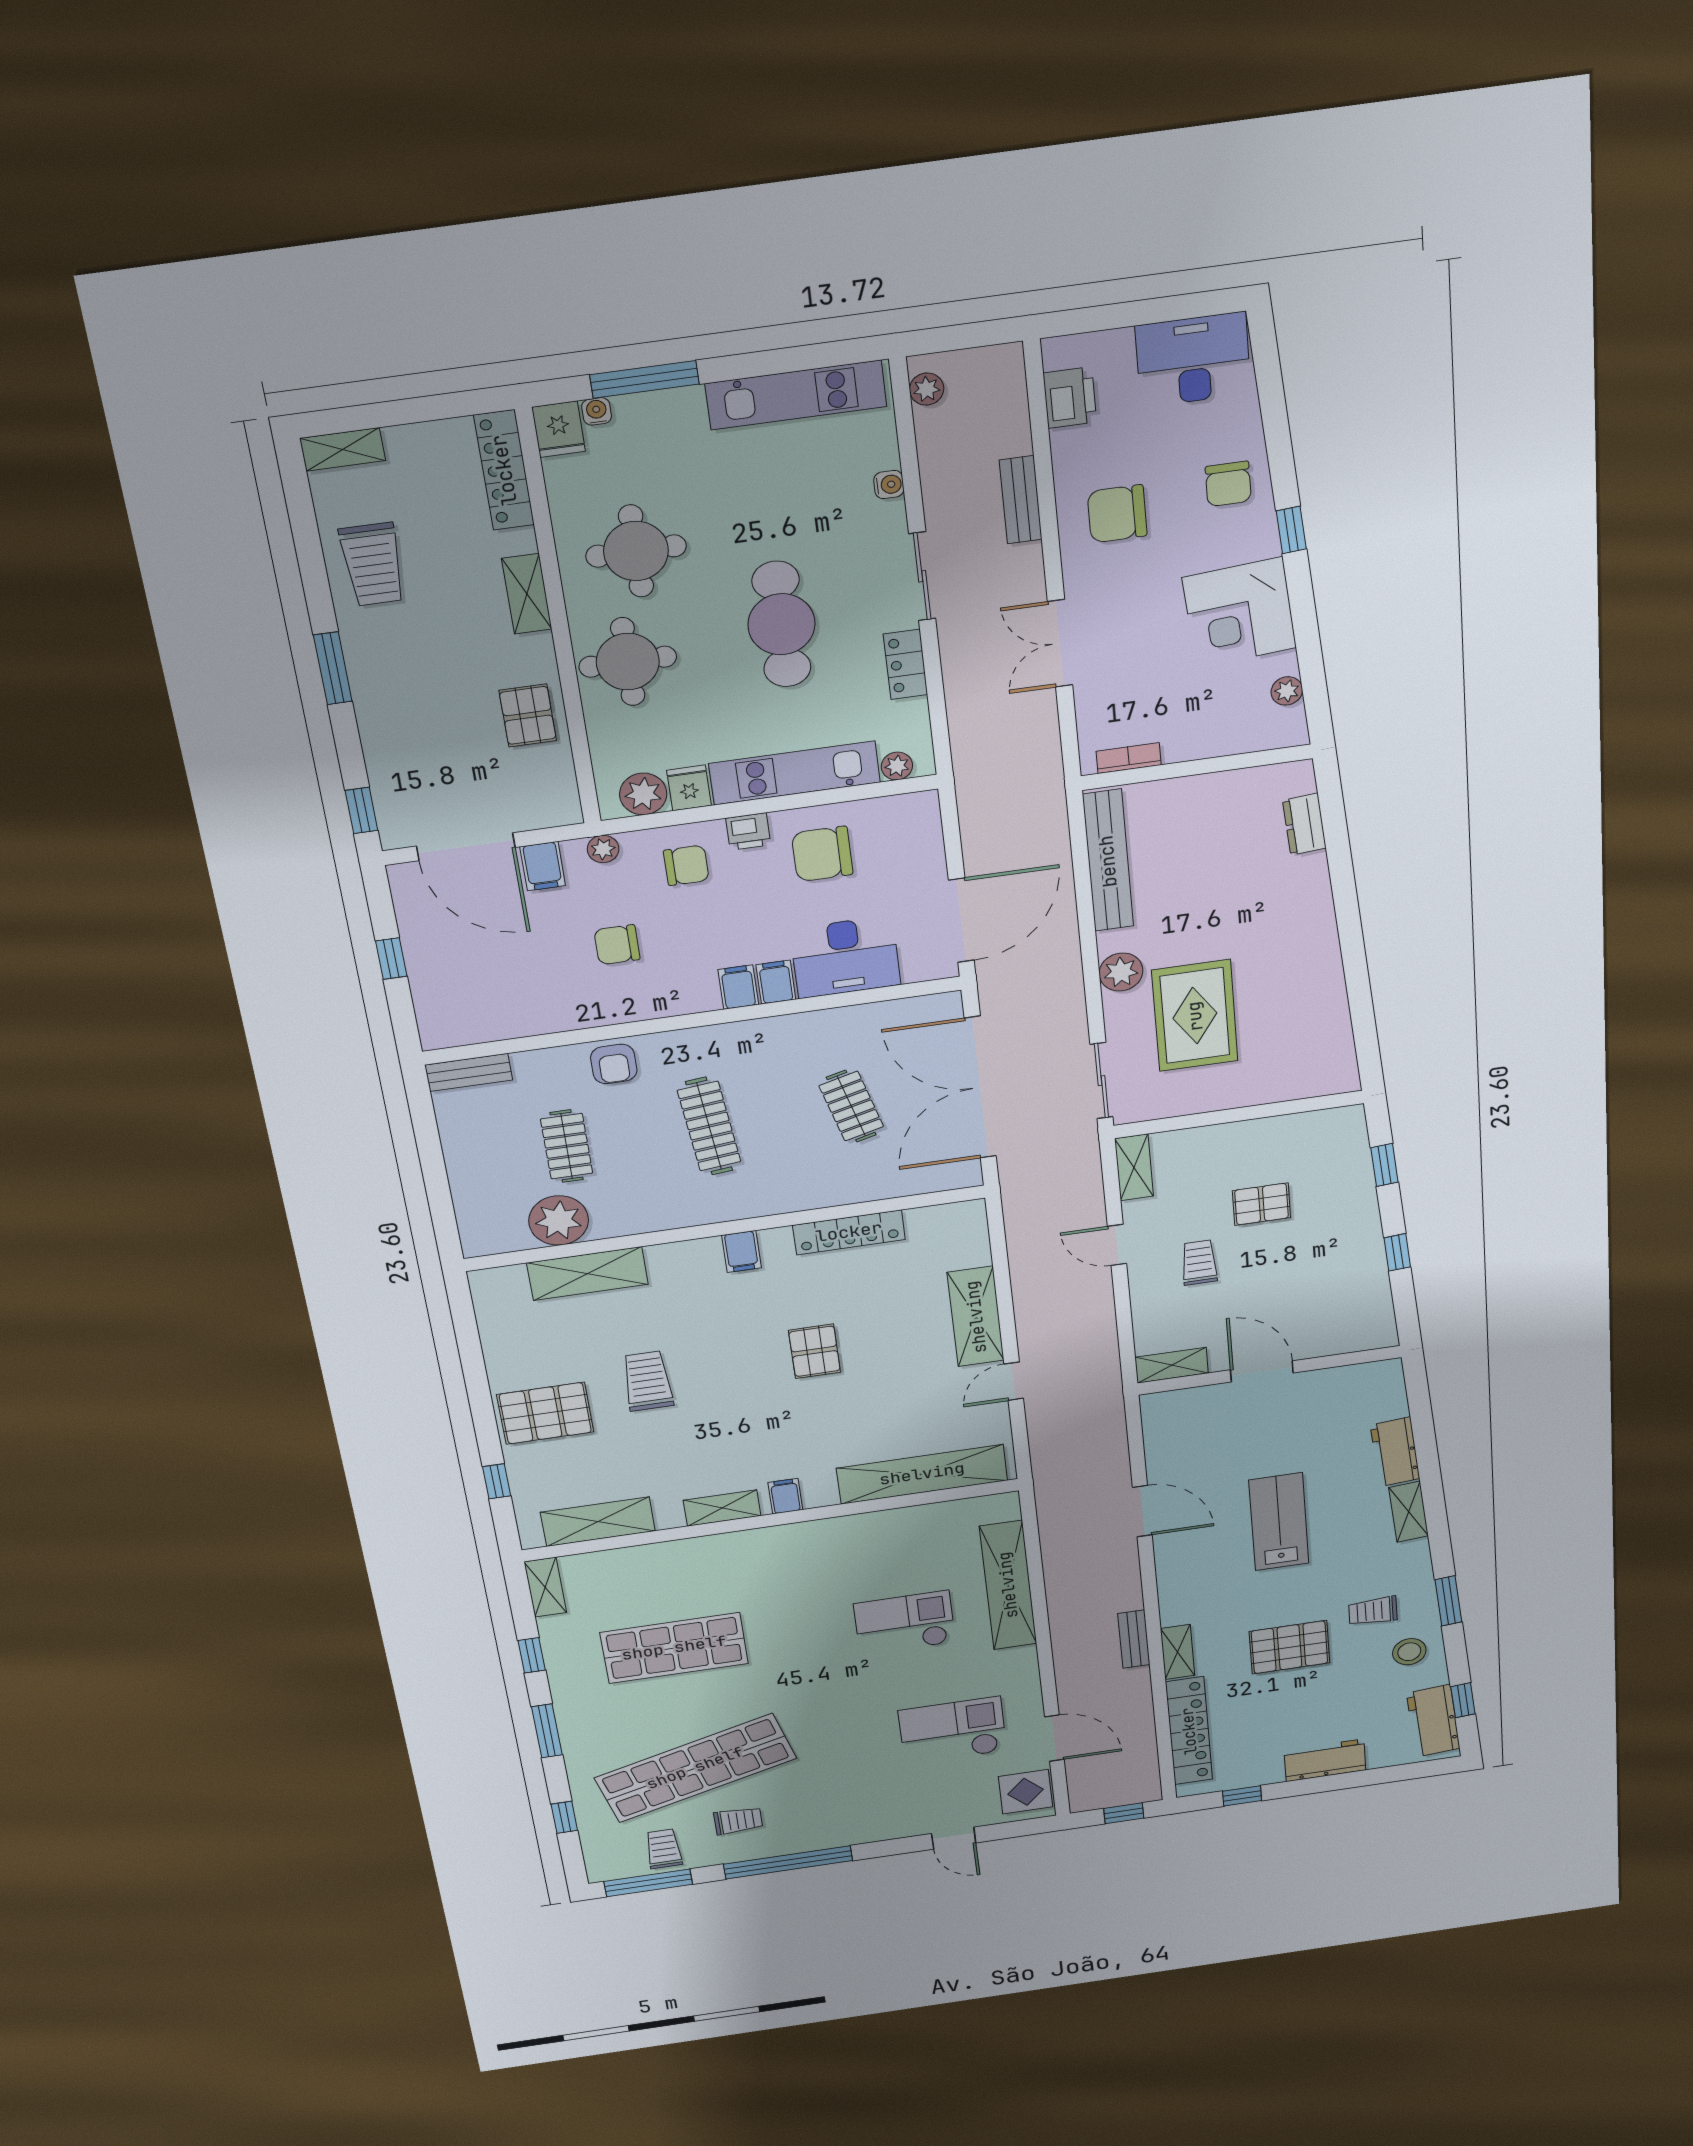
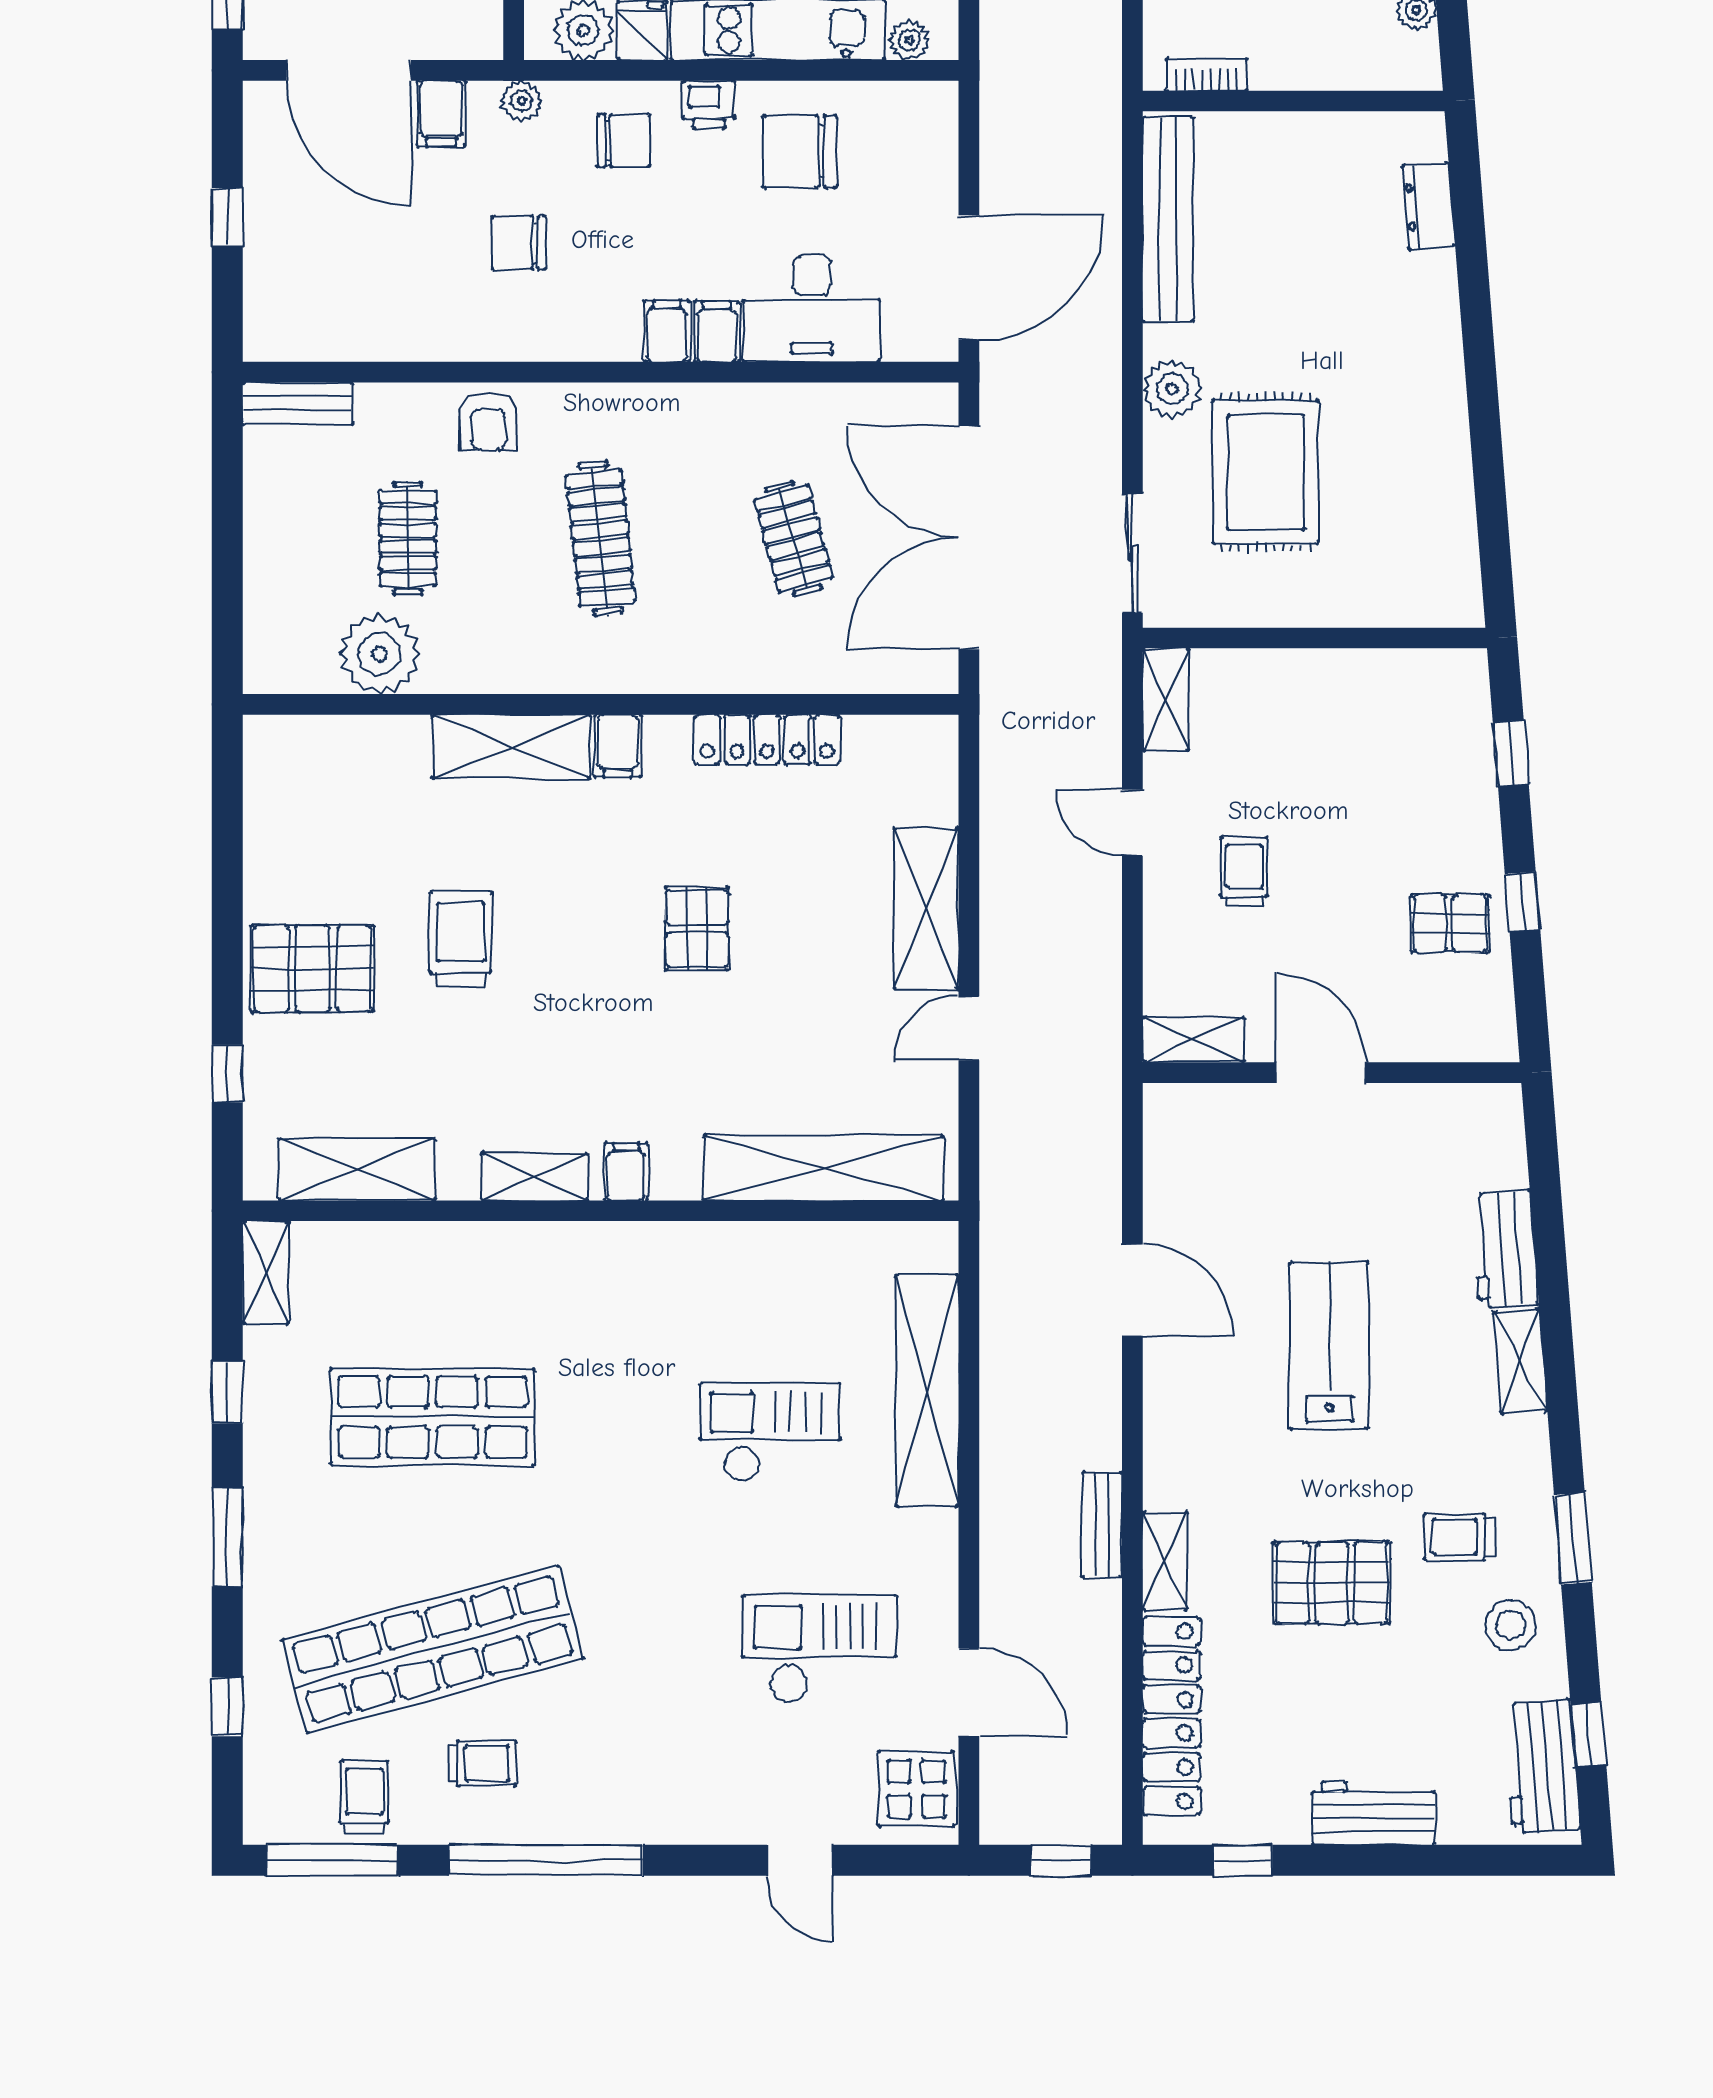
pallet: (1261, 1204) -> (1450, 923), moved
shelving: (587, 1274) -> (511, 746), moved

